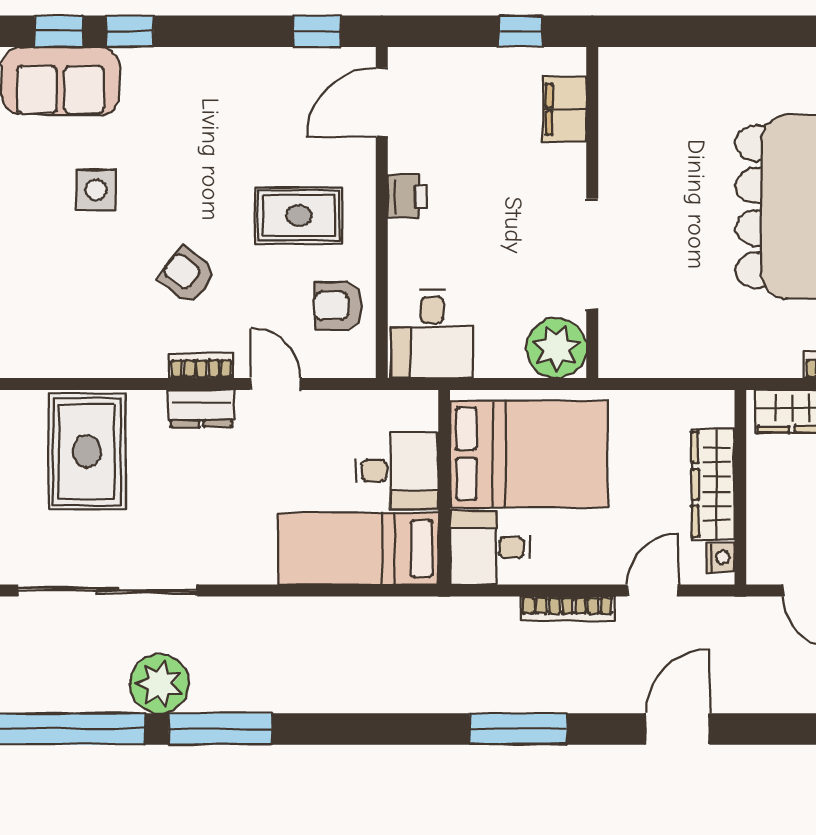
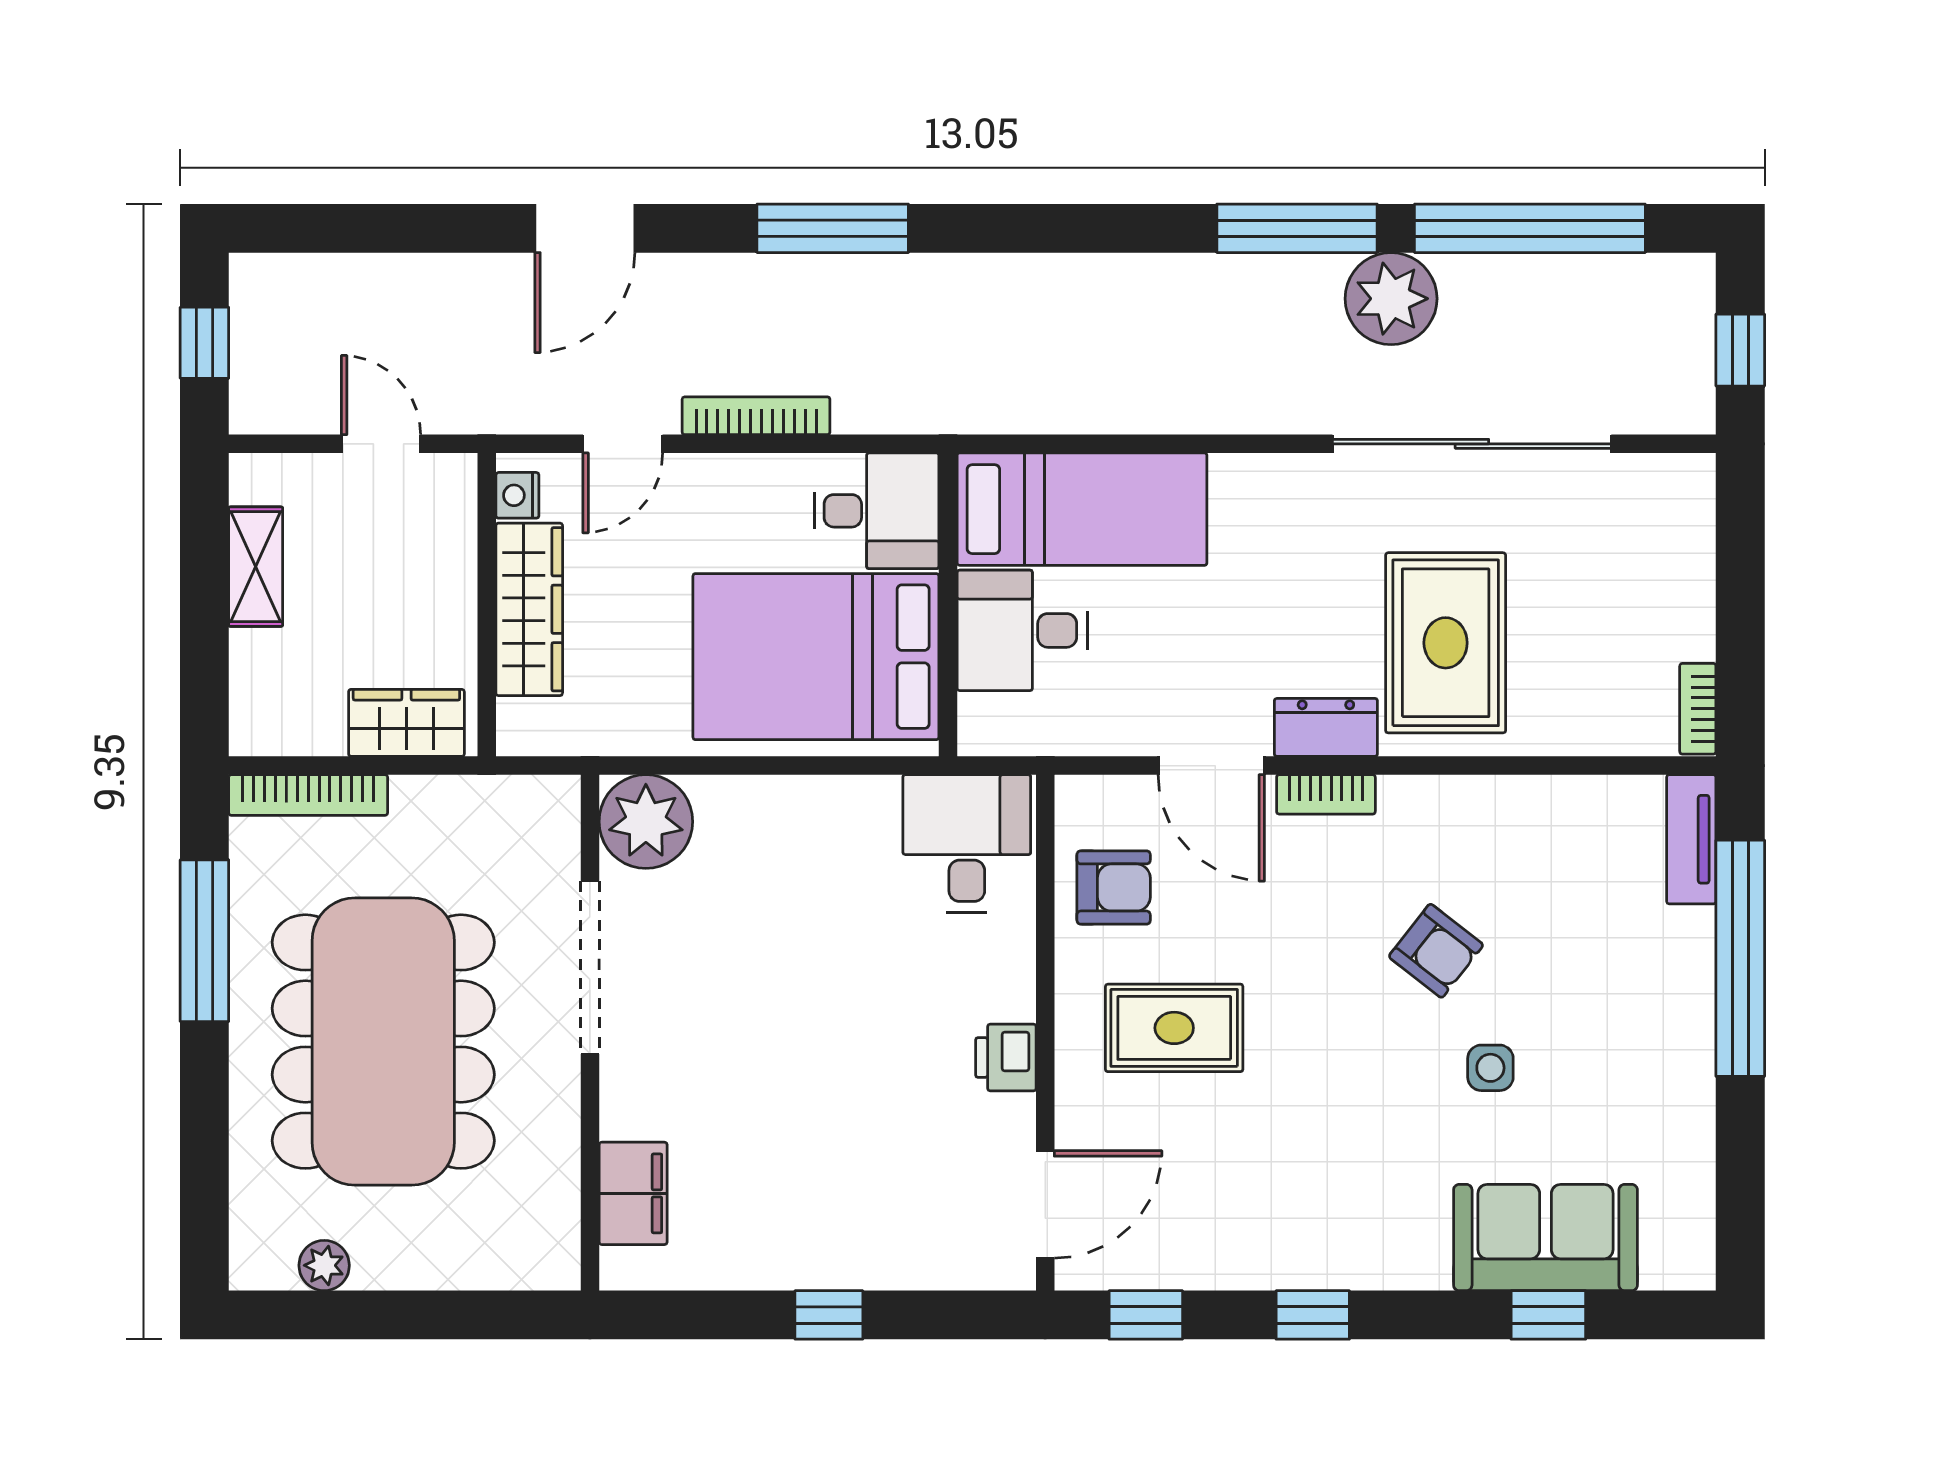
window: (130, 31) -> (1313, 1315), moved
filing cabinet: (565, 109) -> (633, 1193), moved
side table: (96, 190) -> (1490, 1068), width x0.73, depth x0.73
wall: (592, 212) -> (590, 1033), moved
doorway: (592, 254) -> (590, 967), moved
armchair: (187, 275) -> (1436, 951), moved
plant: (556, 348) -> (646, 822), moved
door: (275, 384) -> (1211, 766), width x1.38
rug: (87, 452) -> (1446, 643), moved

